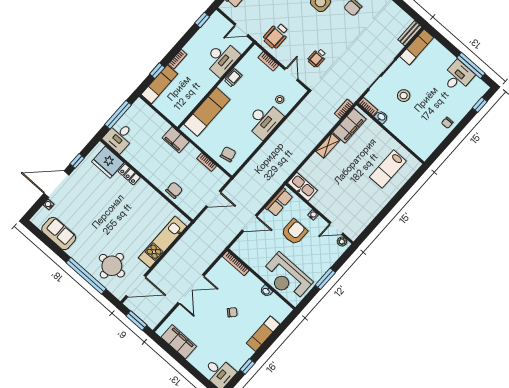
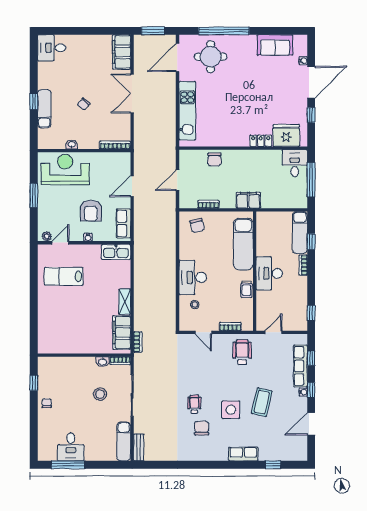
desk: (221, 58) -> (269, 273), moved
wheelchair: (317, 58) -> (194, 404), moved
window: (480, 105) -> (34, 383), moved
lab bench: (388, 169) -> (64, 276), moved, turned -90
filing cabinet: (179, 342) -> (122, 52), moved, turned 90
window: (247, 366) -> (34, 102), moved

